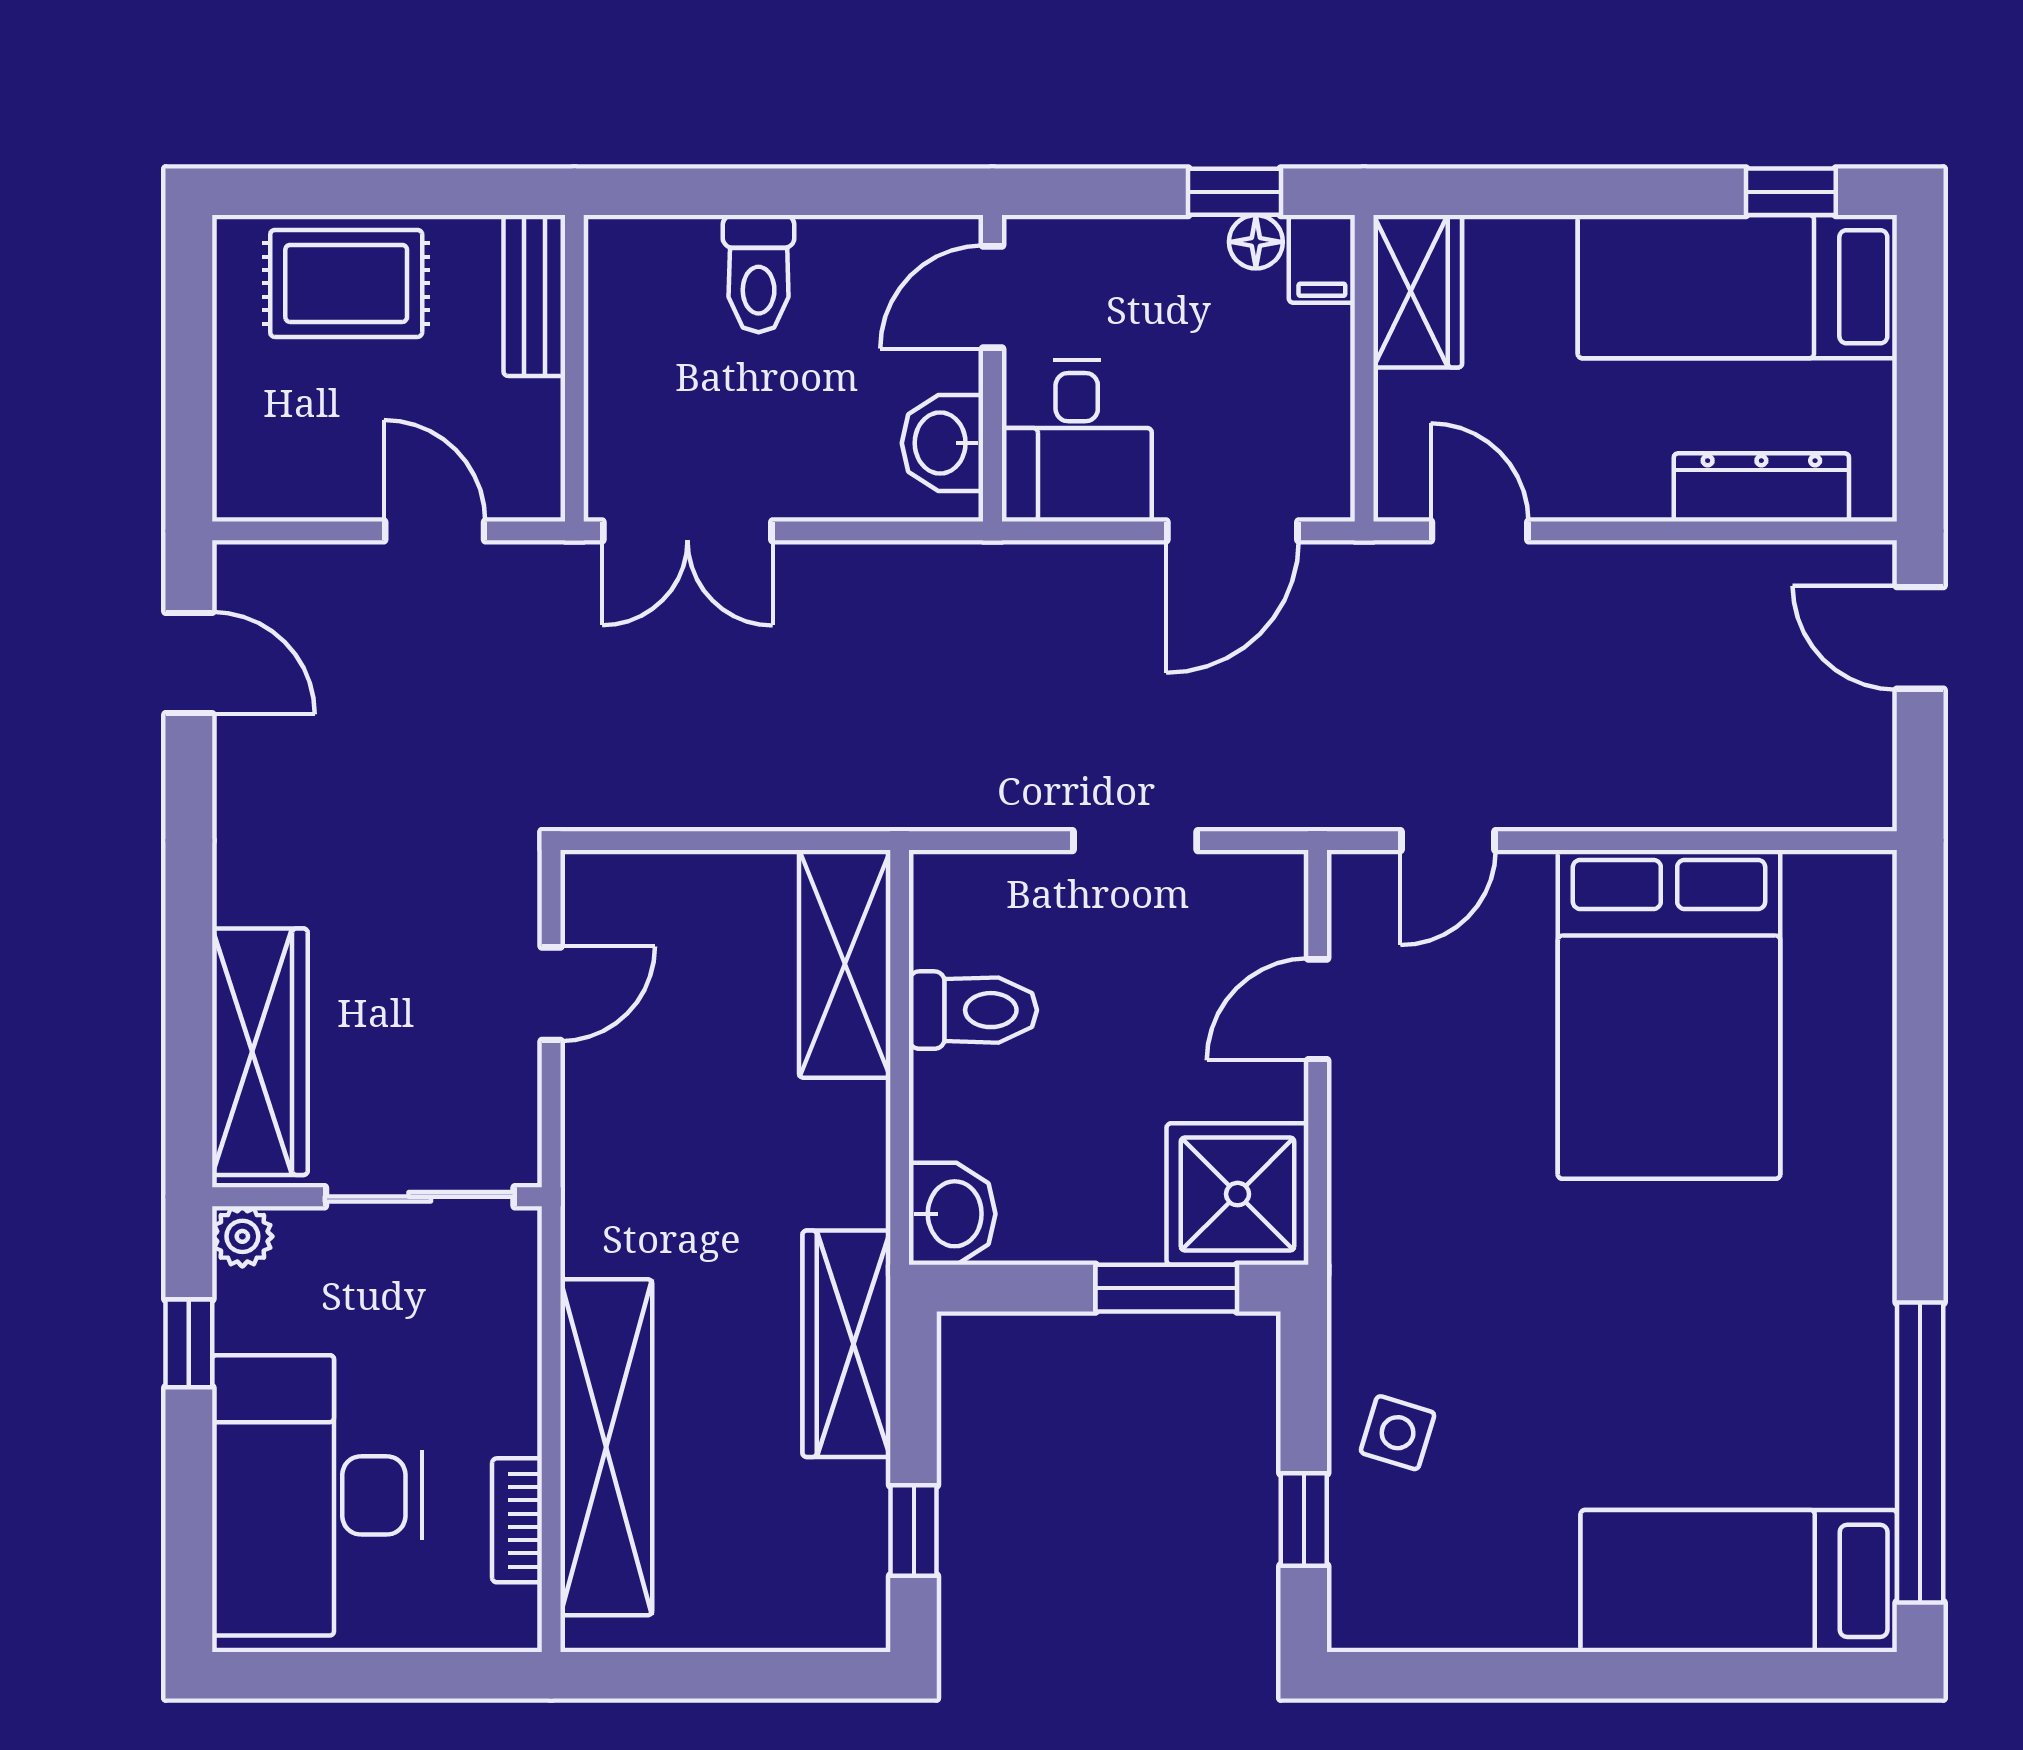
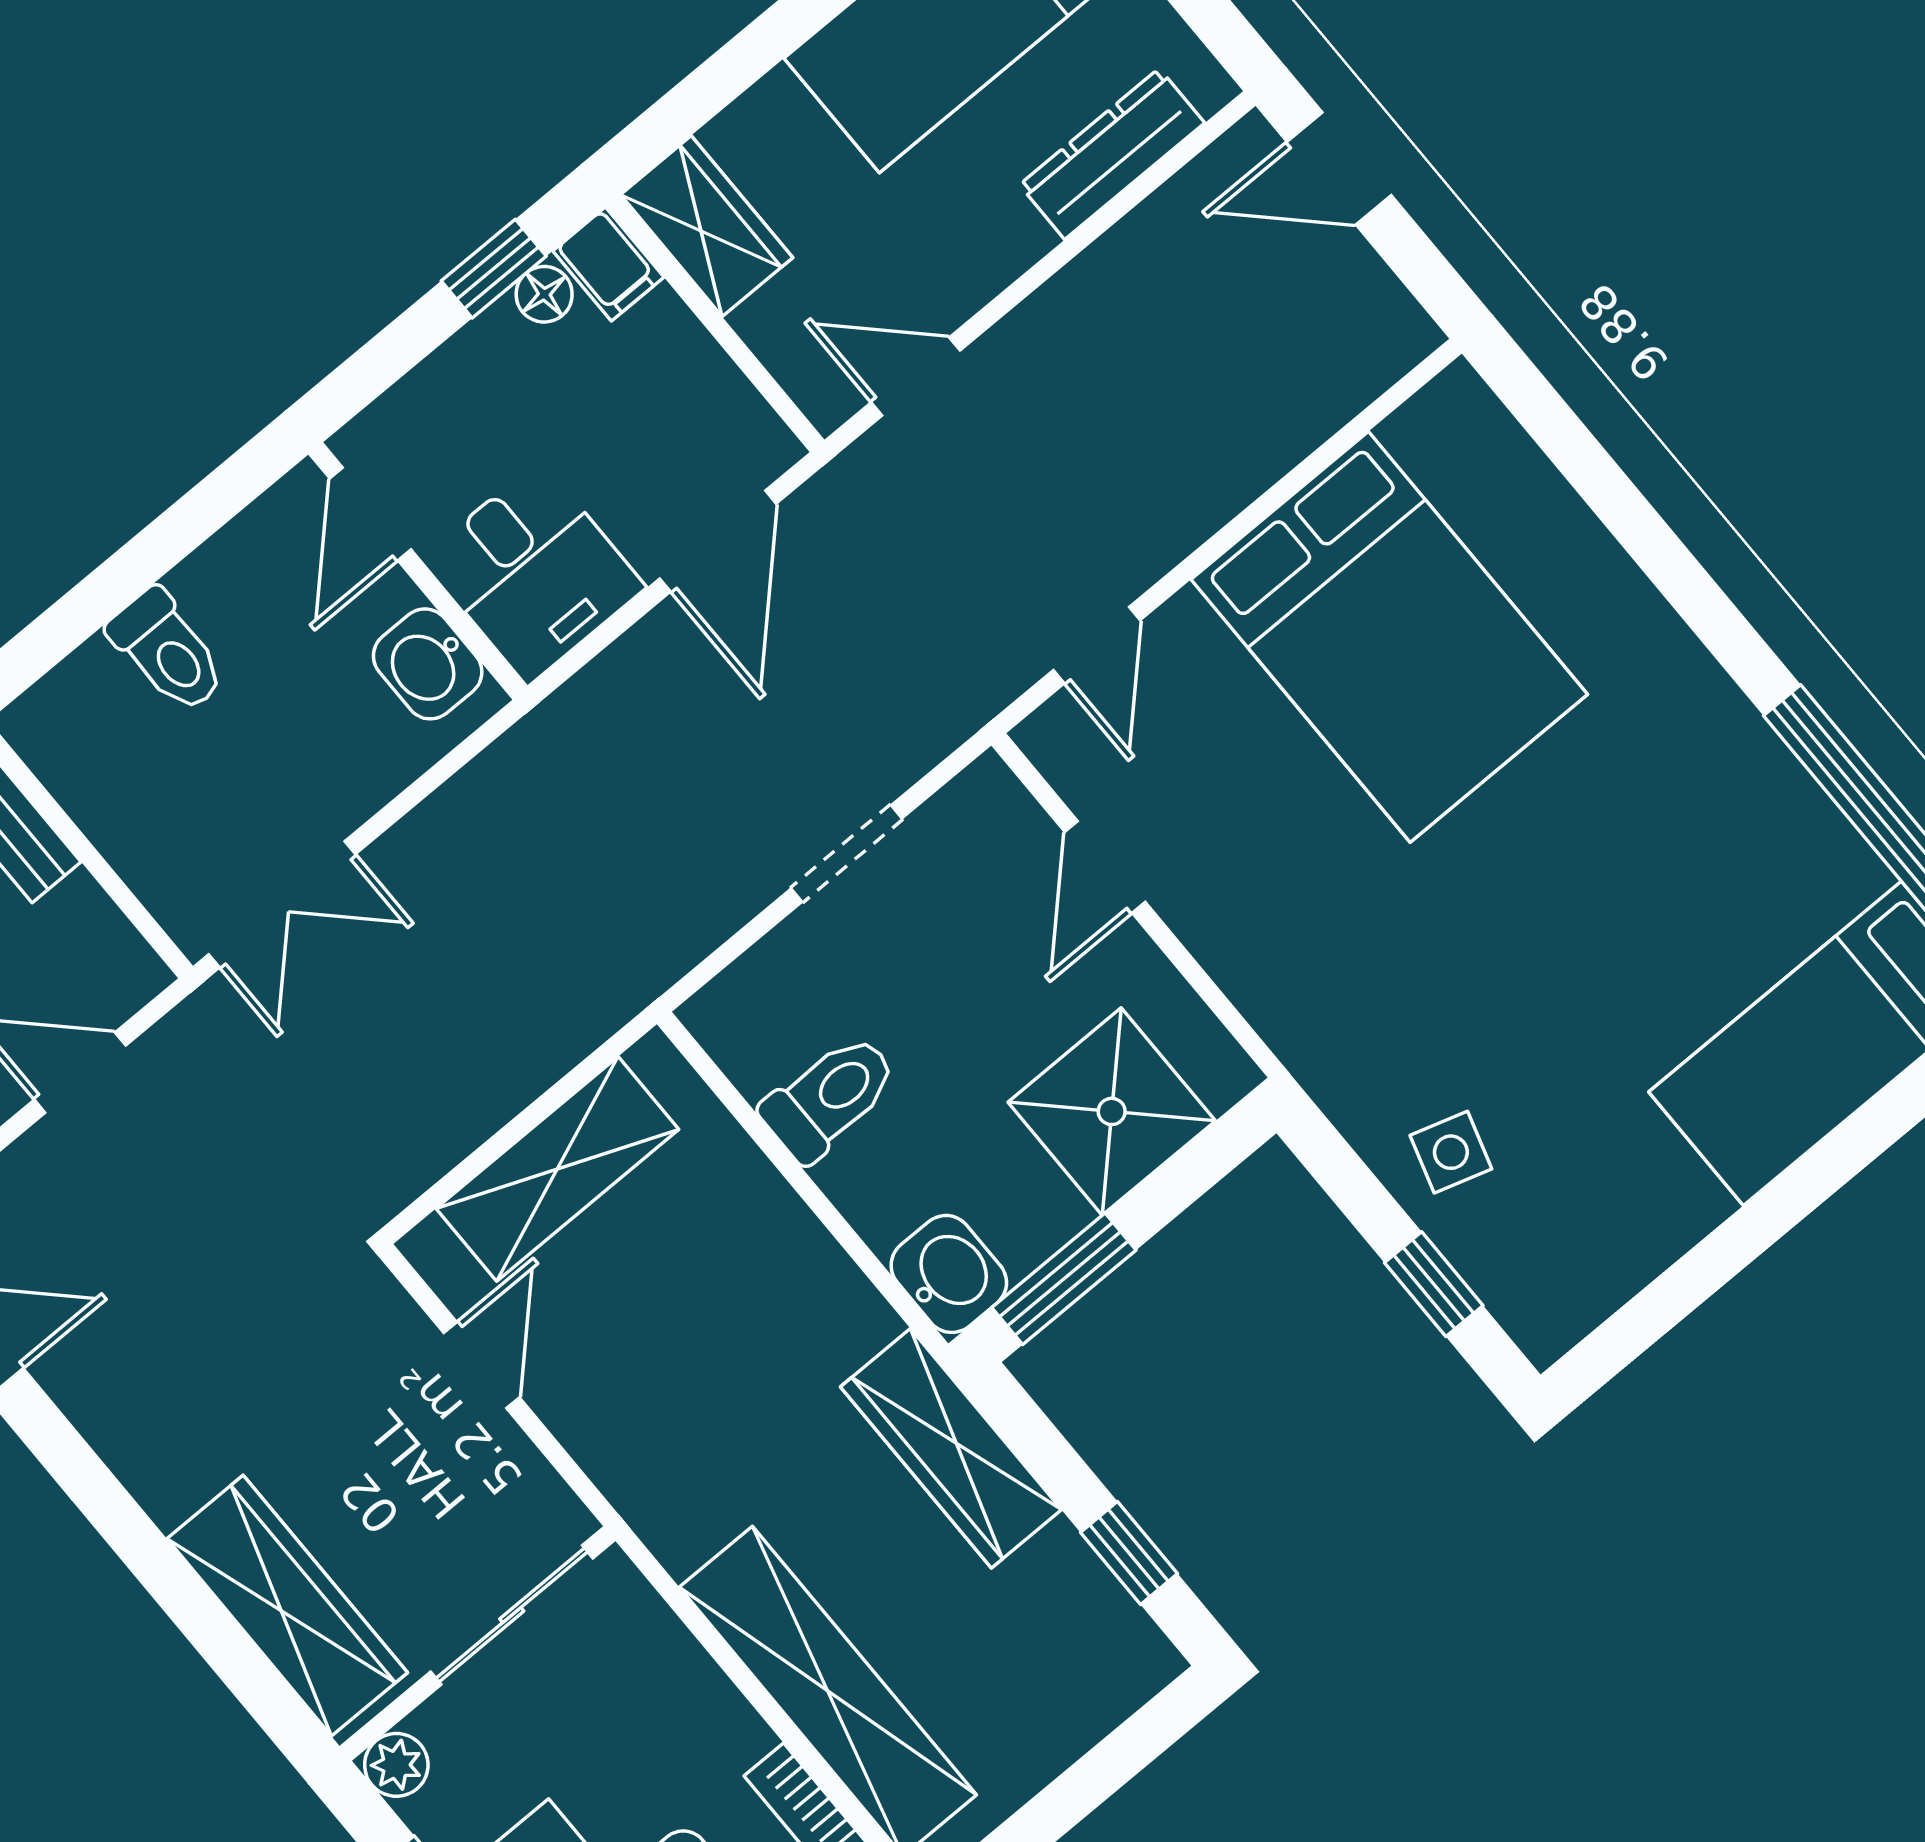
shelving: (845, 964) -> (557, 1169), moved, turned 90
shower: (1238, 1194) -> (1112, 1111), moved
window: (1166, 1288) -> (1064, 1279), moved

